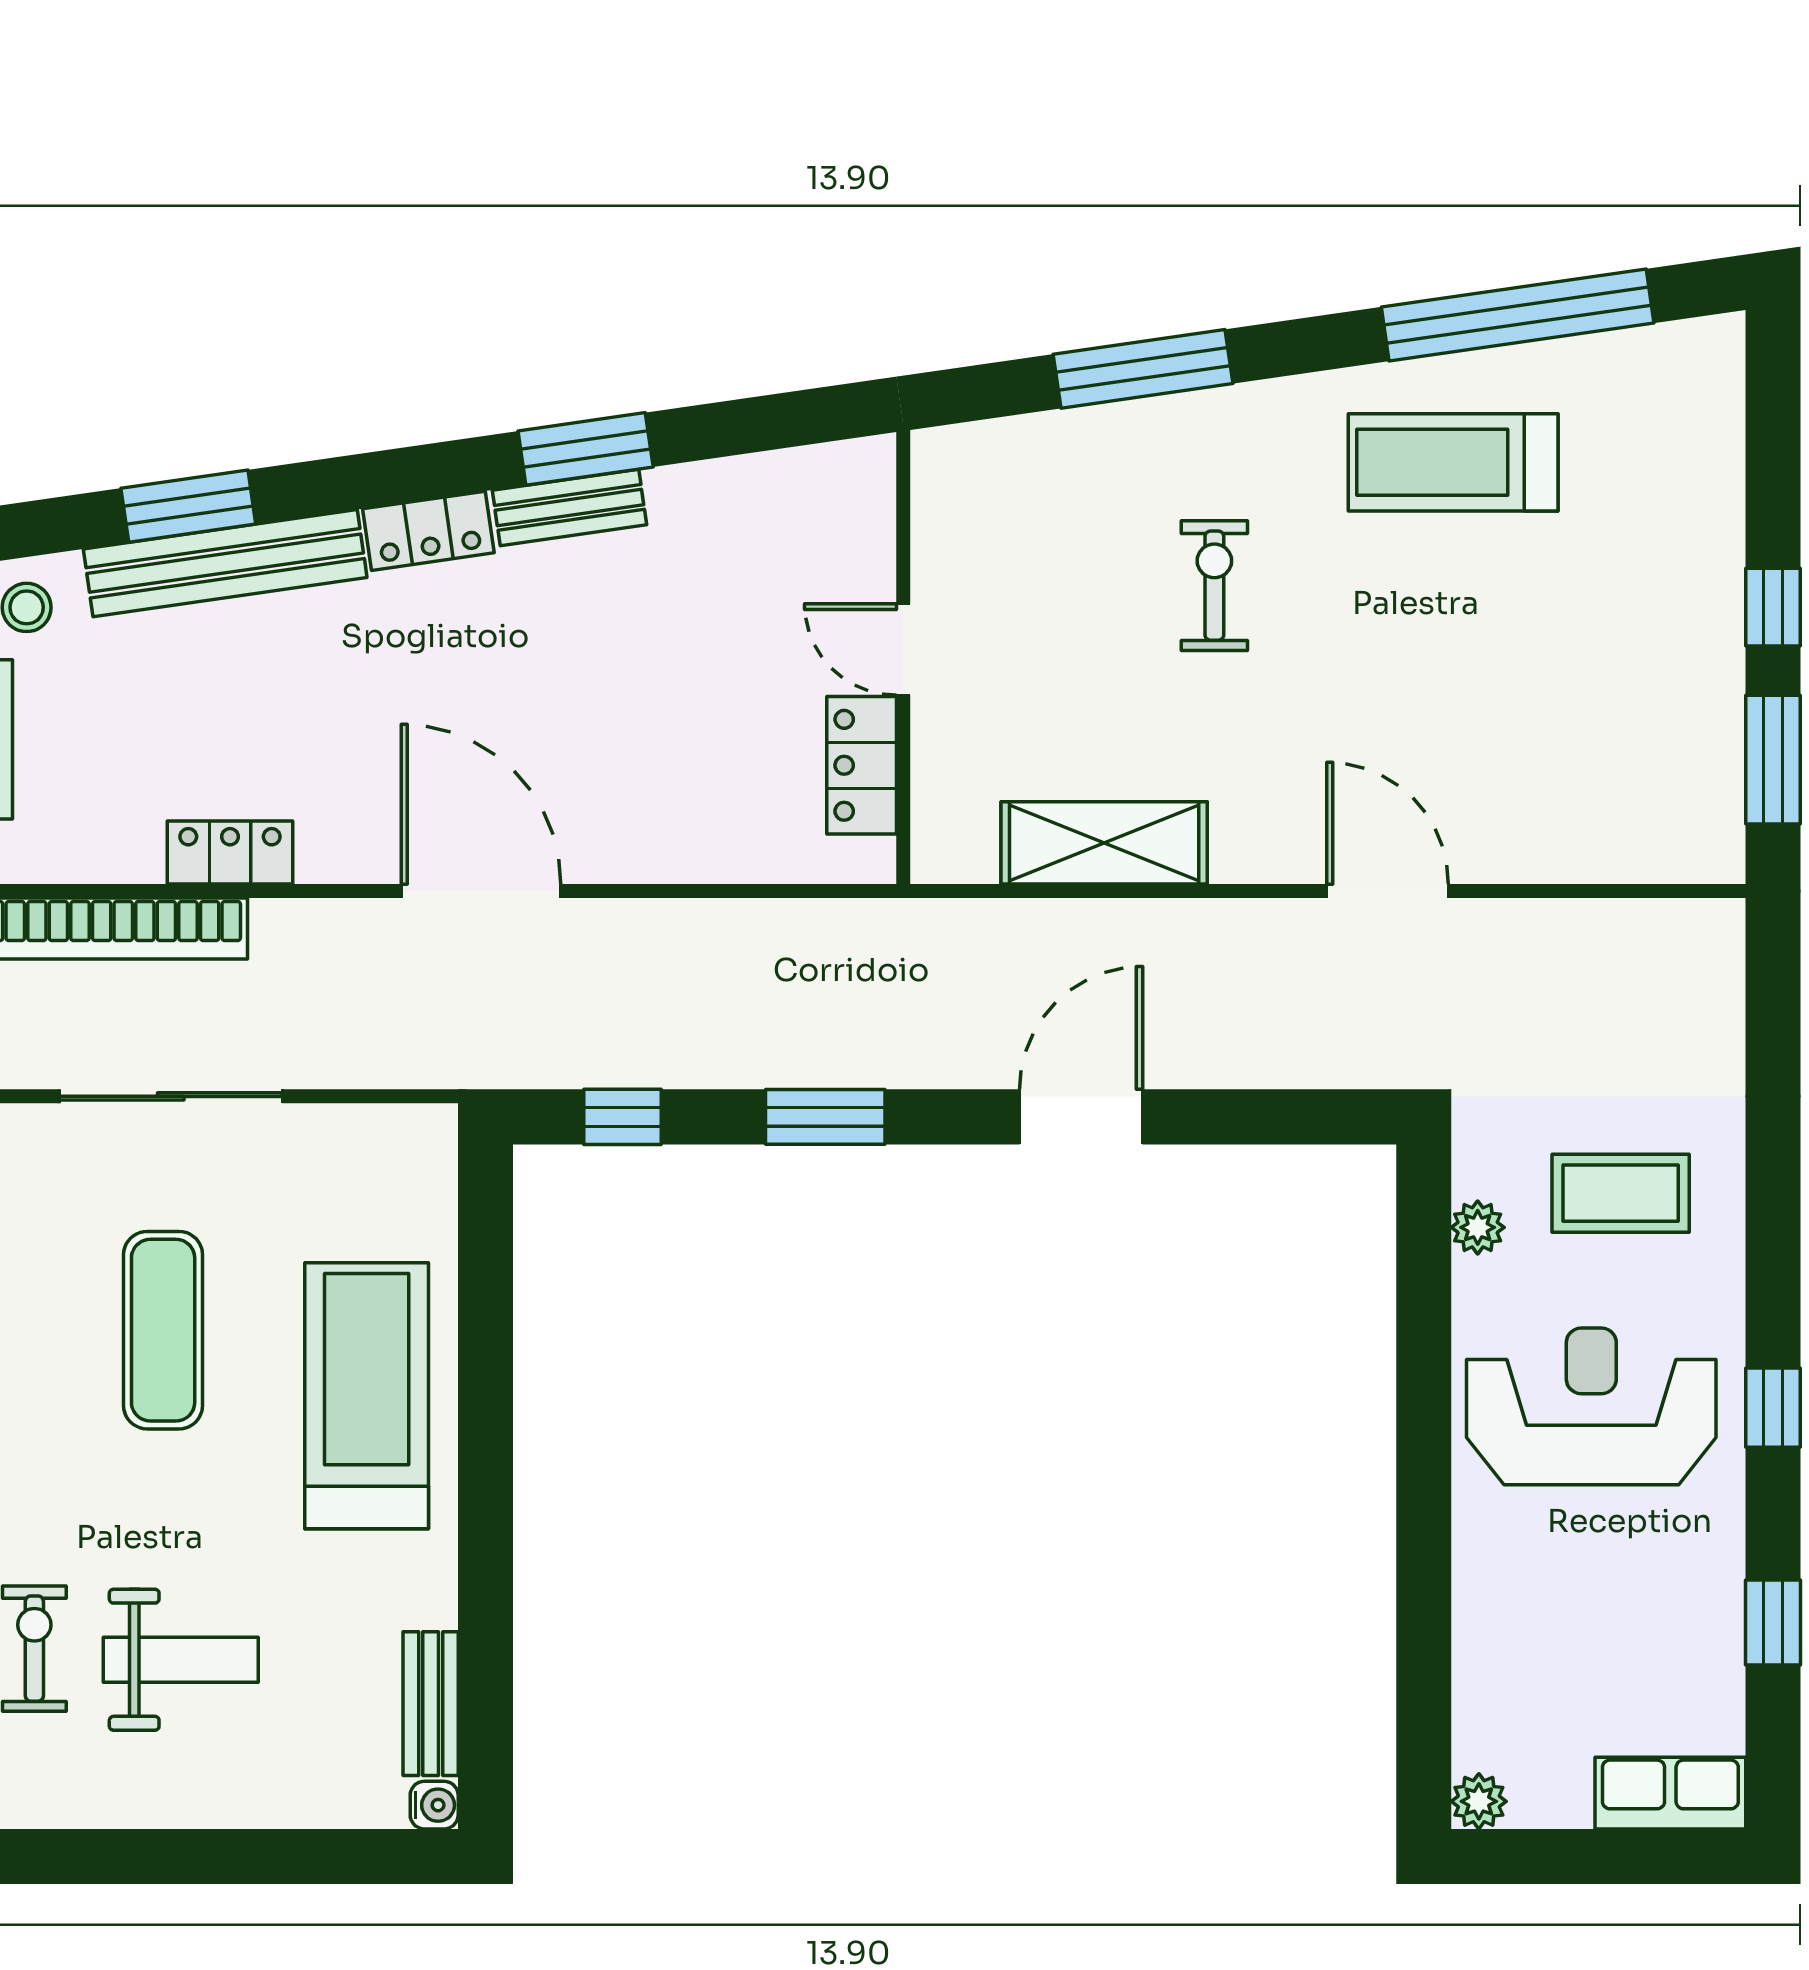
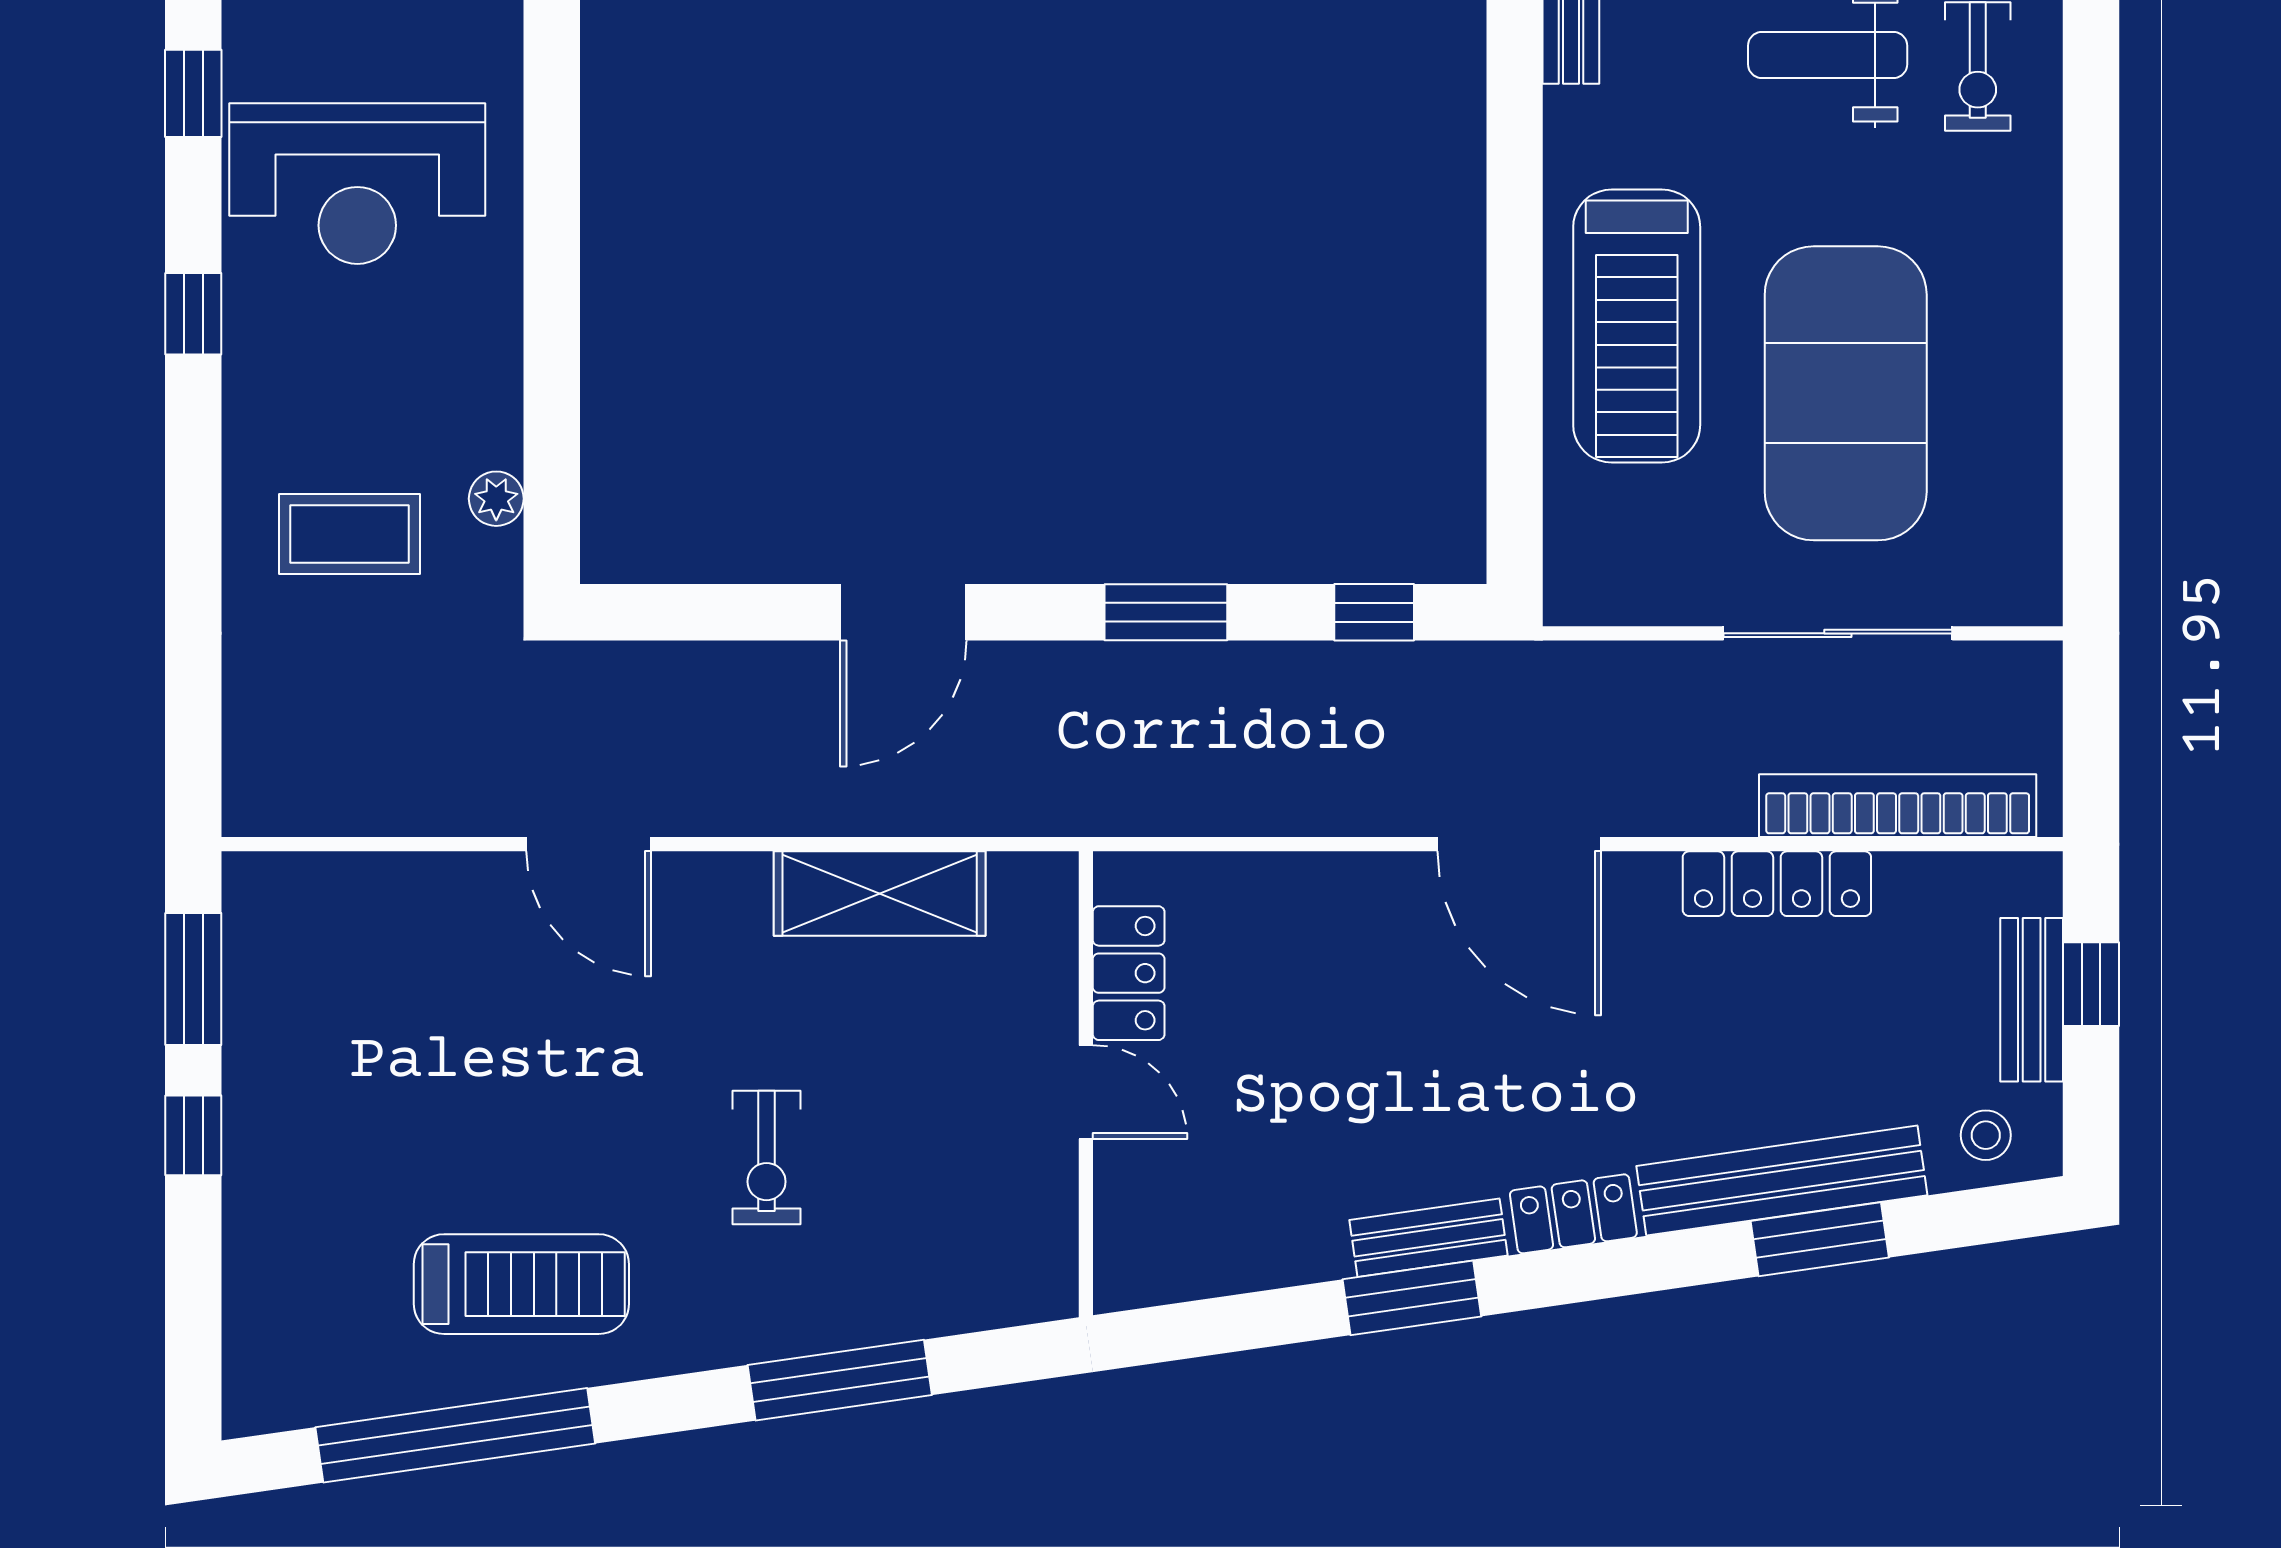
locker: (230, 852) -> (1777, 884), width x1.53
exercise mat: (163, 1330) -> (1846, 393), width x2.00, depth x1.45
reception desk: (1591, 1406) -> (357, 184), moved

